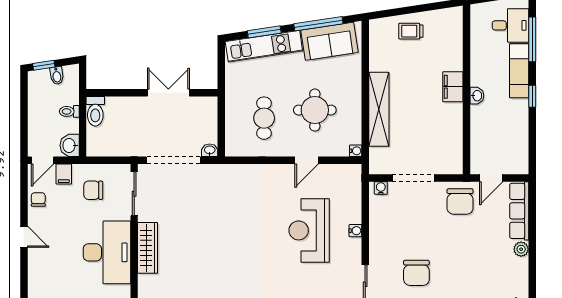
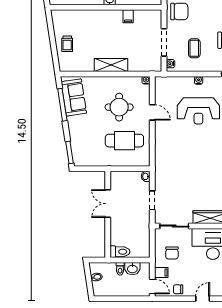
window: (264, 32) -> (70, 152), moved
kitchen unit: (264, 46) -> (77, 141), removed
window: (44, 65) -> (90, 286), removed
filing cabinet: (453, 87) -> (128, 16), moved, width x0.50
shelving: (379, 109) -> (111, 65), width x0.68
cafe table: (264, 118) -> (124, 141), width x1.37, depth x1.35
washbasin: (70, 145) -> (132, 269), moved
doorway: (173, 160) -> (152, 200), width x0.53
coffee table: (404, 224) -> (194, 48), added

